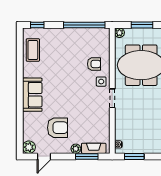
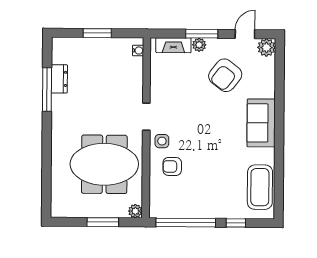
window: (37, 25) -> (236, 223), moved
coffee table: (33, 50) -> (260, 187), width x1.36, depth x1.32
armchair: (58, 128) -> (225, 75), turned -52
window: (87, 156) -> (202, 34), moved
window: (134, 156) -> (97, 33), moved

